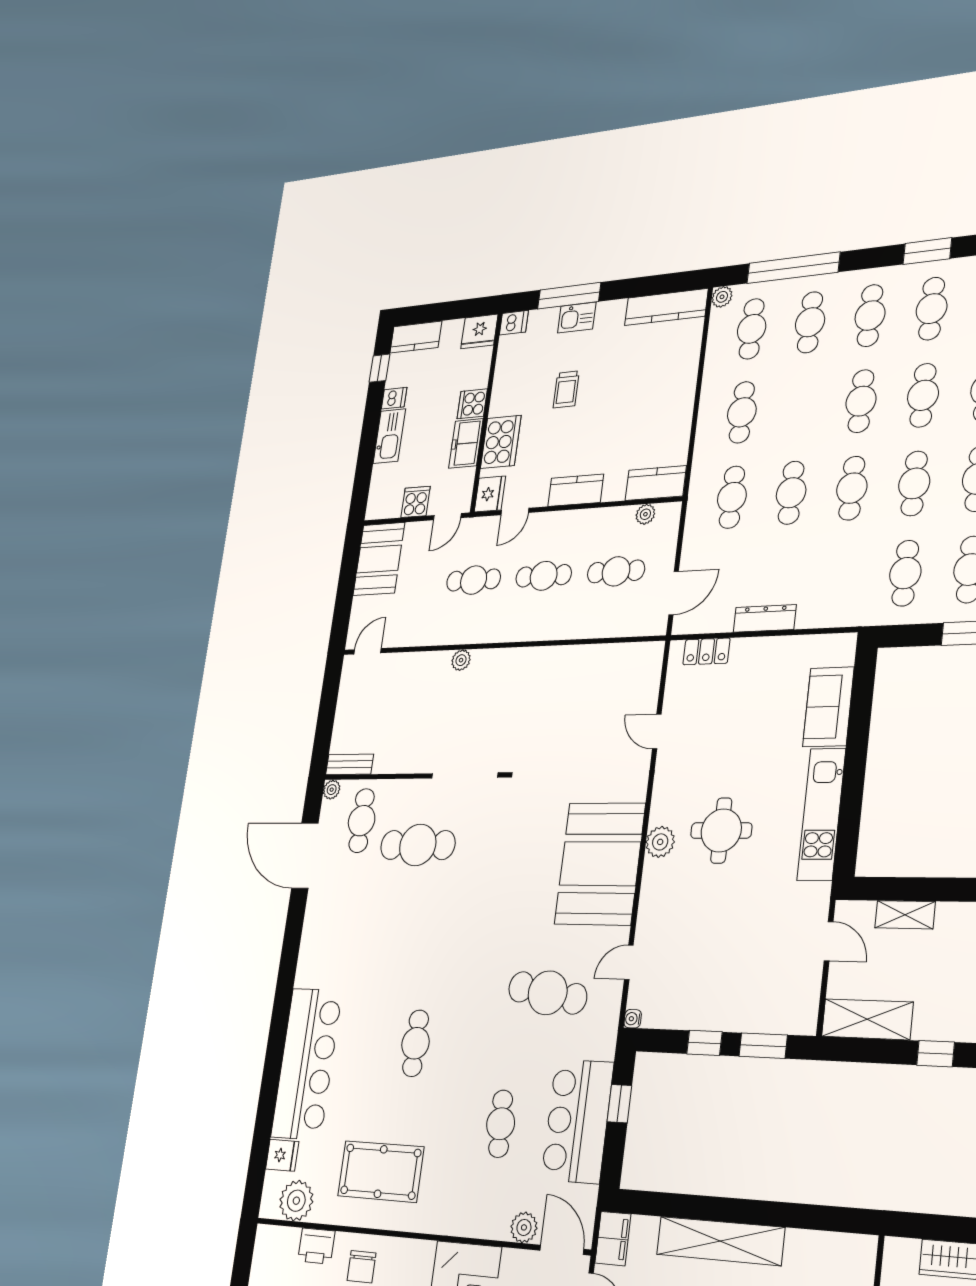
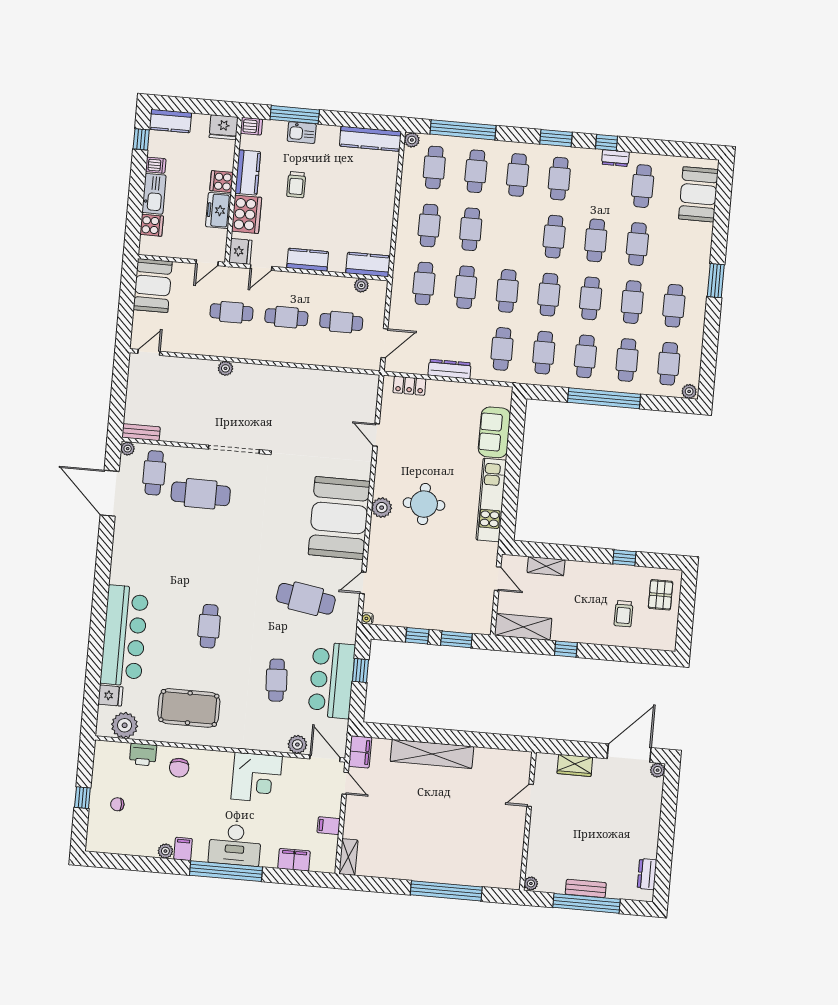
kitchen counter: (506, 385) -> (248, 173), added
cafe table: (861, 401) -> (471, 229), moved
cooker: (416, 502) -> (152, 225), moved, turned 90
cafe table: (843, 577) -> (502, 349), added

